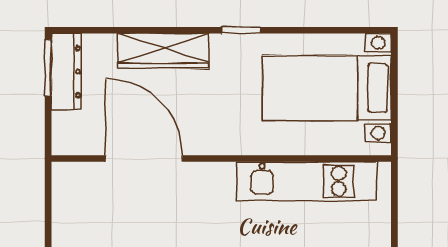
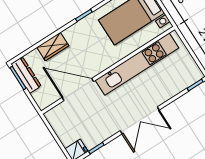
wardrobe: (163, 51) -> (53, 47), width x0.67
kitchen unit: (307, 181) -> (137, 64), width x1.36

